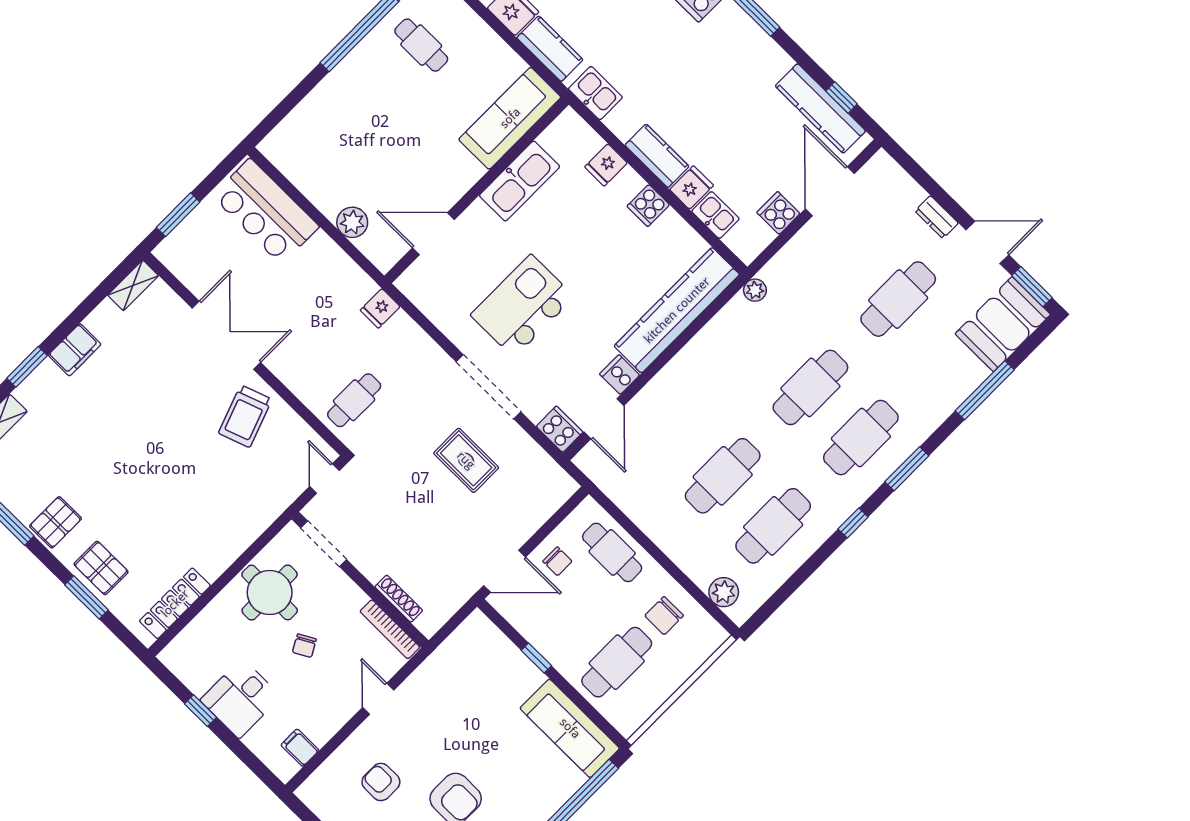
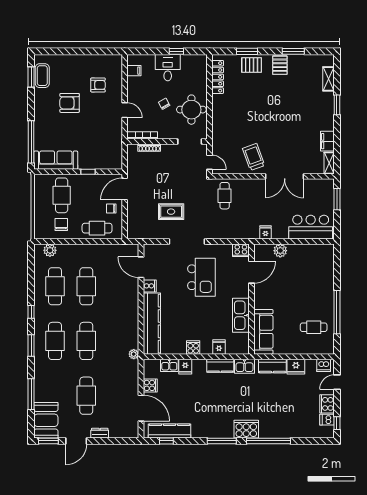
kitchen counter: (657, 156) -> (220, 366), moved
fridge: (380, 308) -> (265, 232), moved
filing cabinet: (75, 350) -> (327, 141), moved
cooker: (560, 429) -> (241, 250), moved

